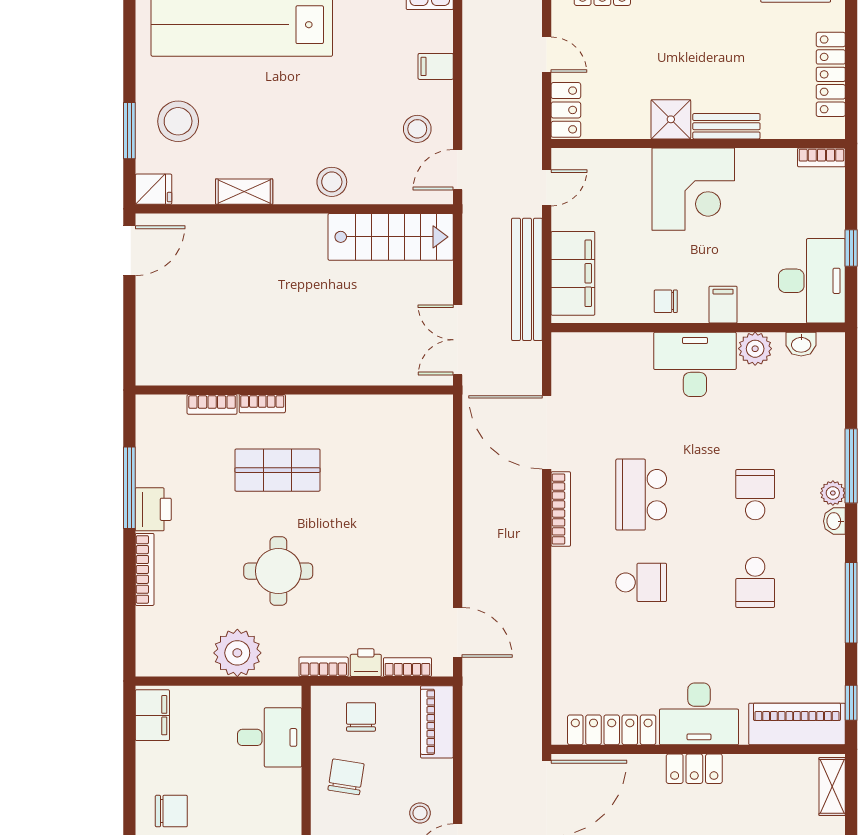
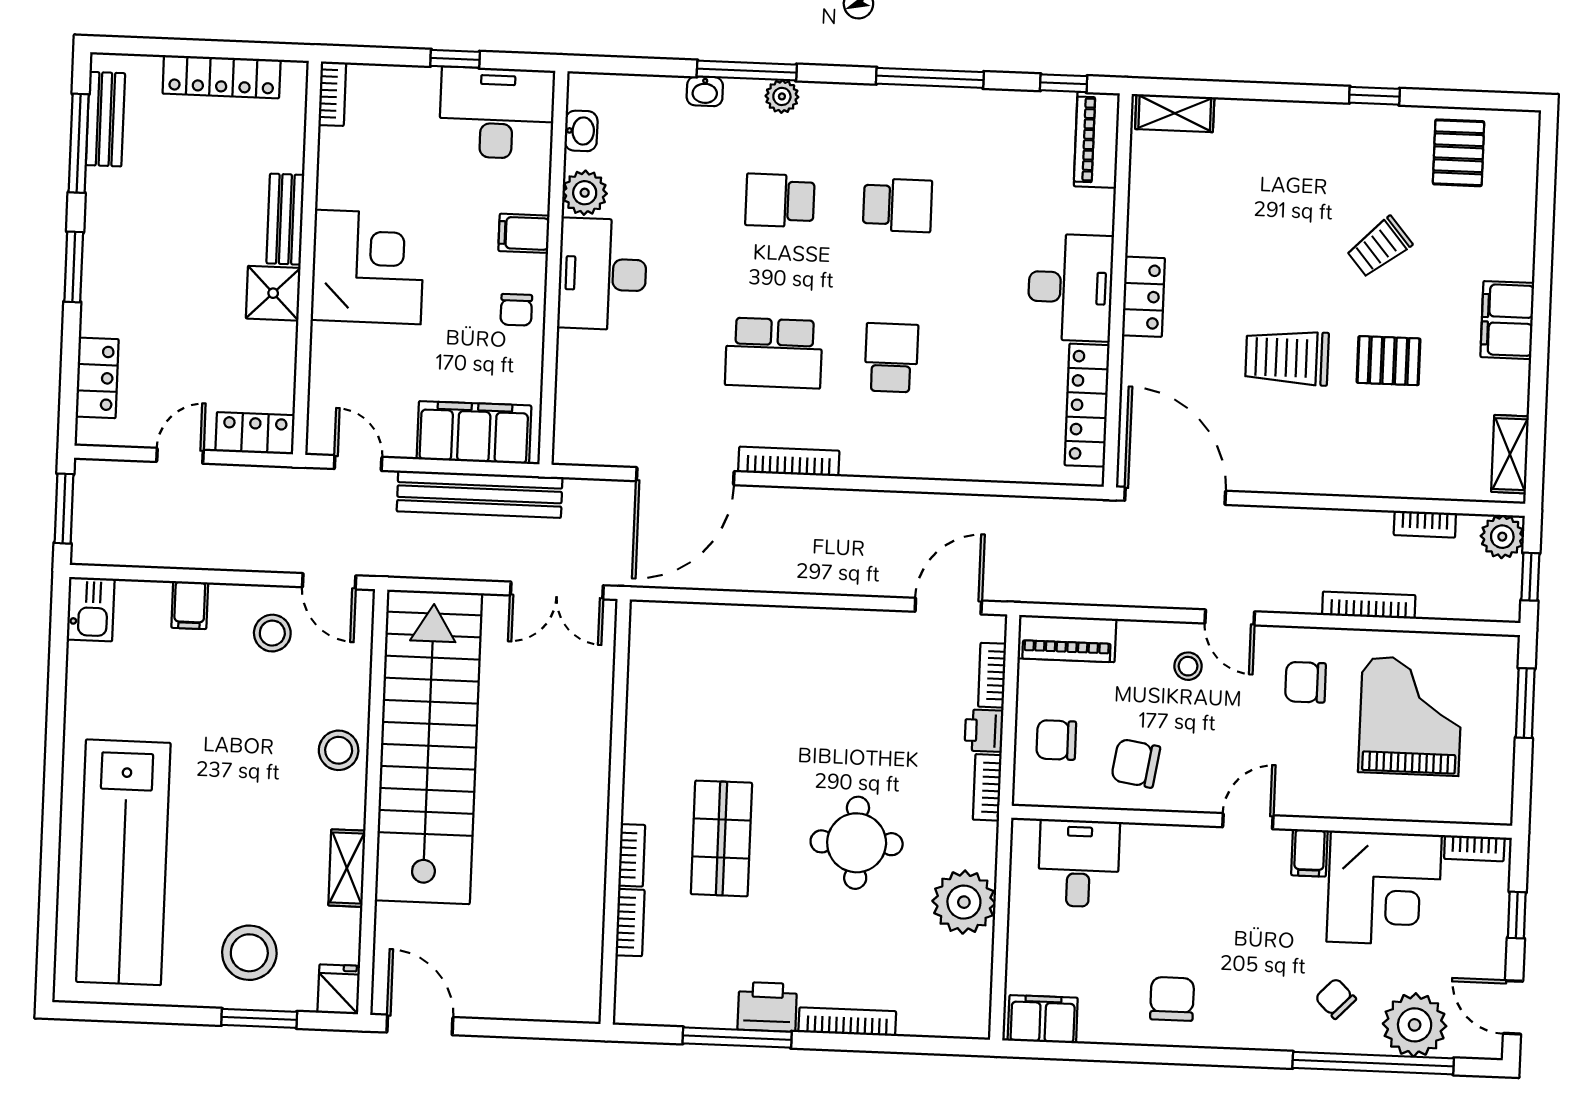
stairs: (391, 237) -> (428, 747), width x1.86, depth x1.51
washbasin: (834, 521) -> (705, 91), moved
piano: (797, 724) -> (1097, 140), width x0.73, depth x0.75

